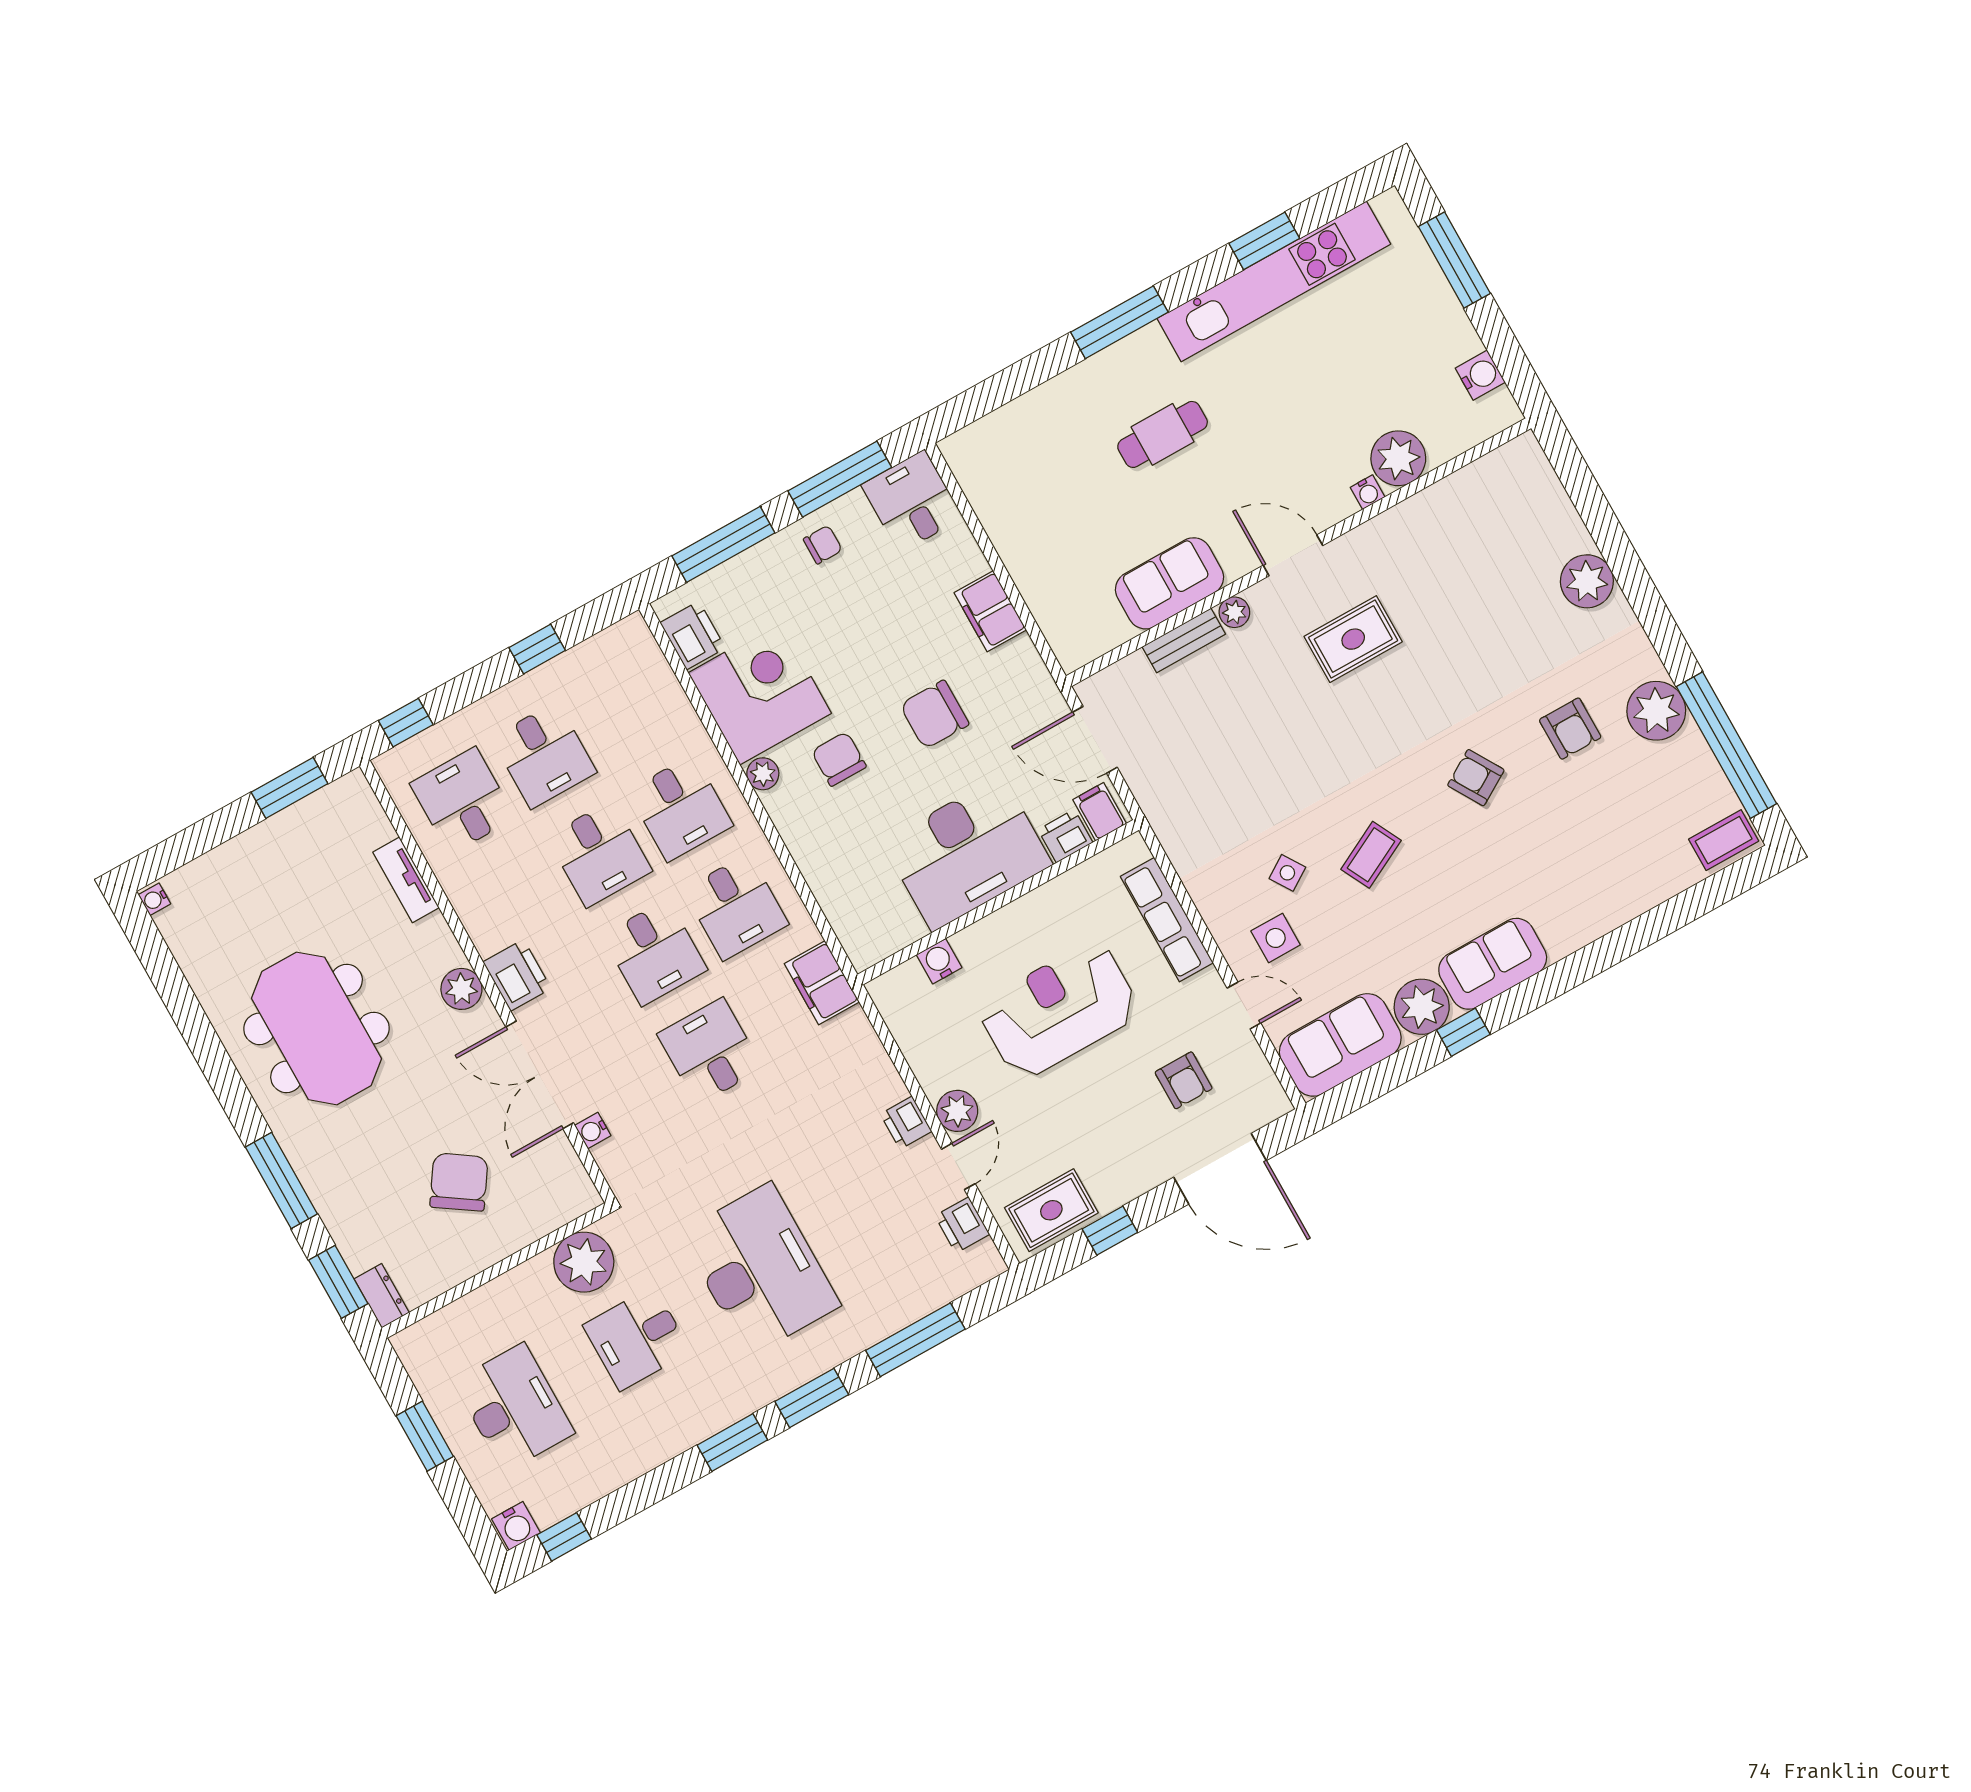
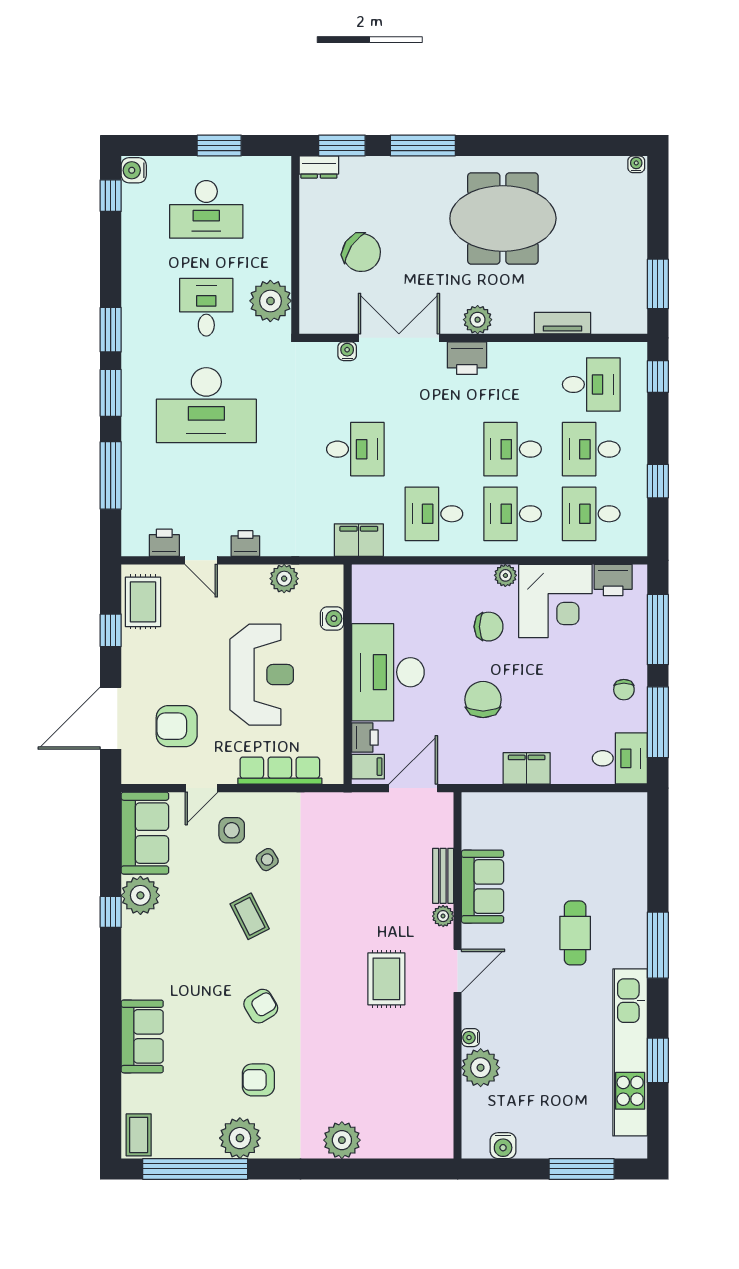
desk: (655, 953) -> (591, 514), moved
sofa: (1493, 964) -> (142, 1036), moved
armchair: (1184, 1080) -> (177, 726), width x1.38, depth x1.38
plant: (957, 1111) -> (284, 579), moved

